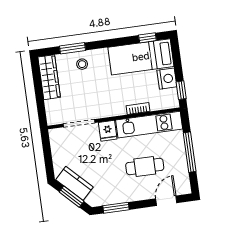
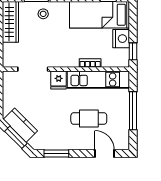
door: (166, 201) -> (105, 154), hinge flipped

